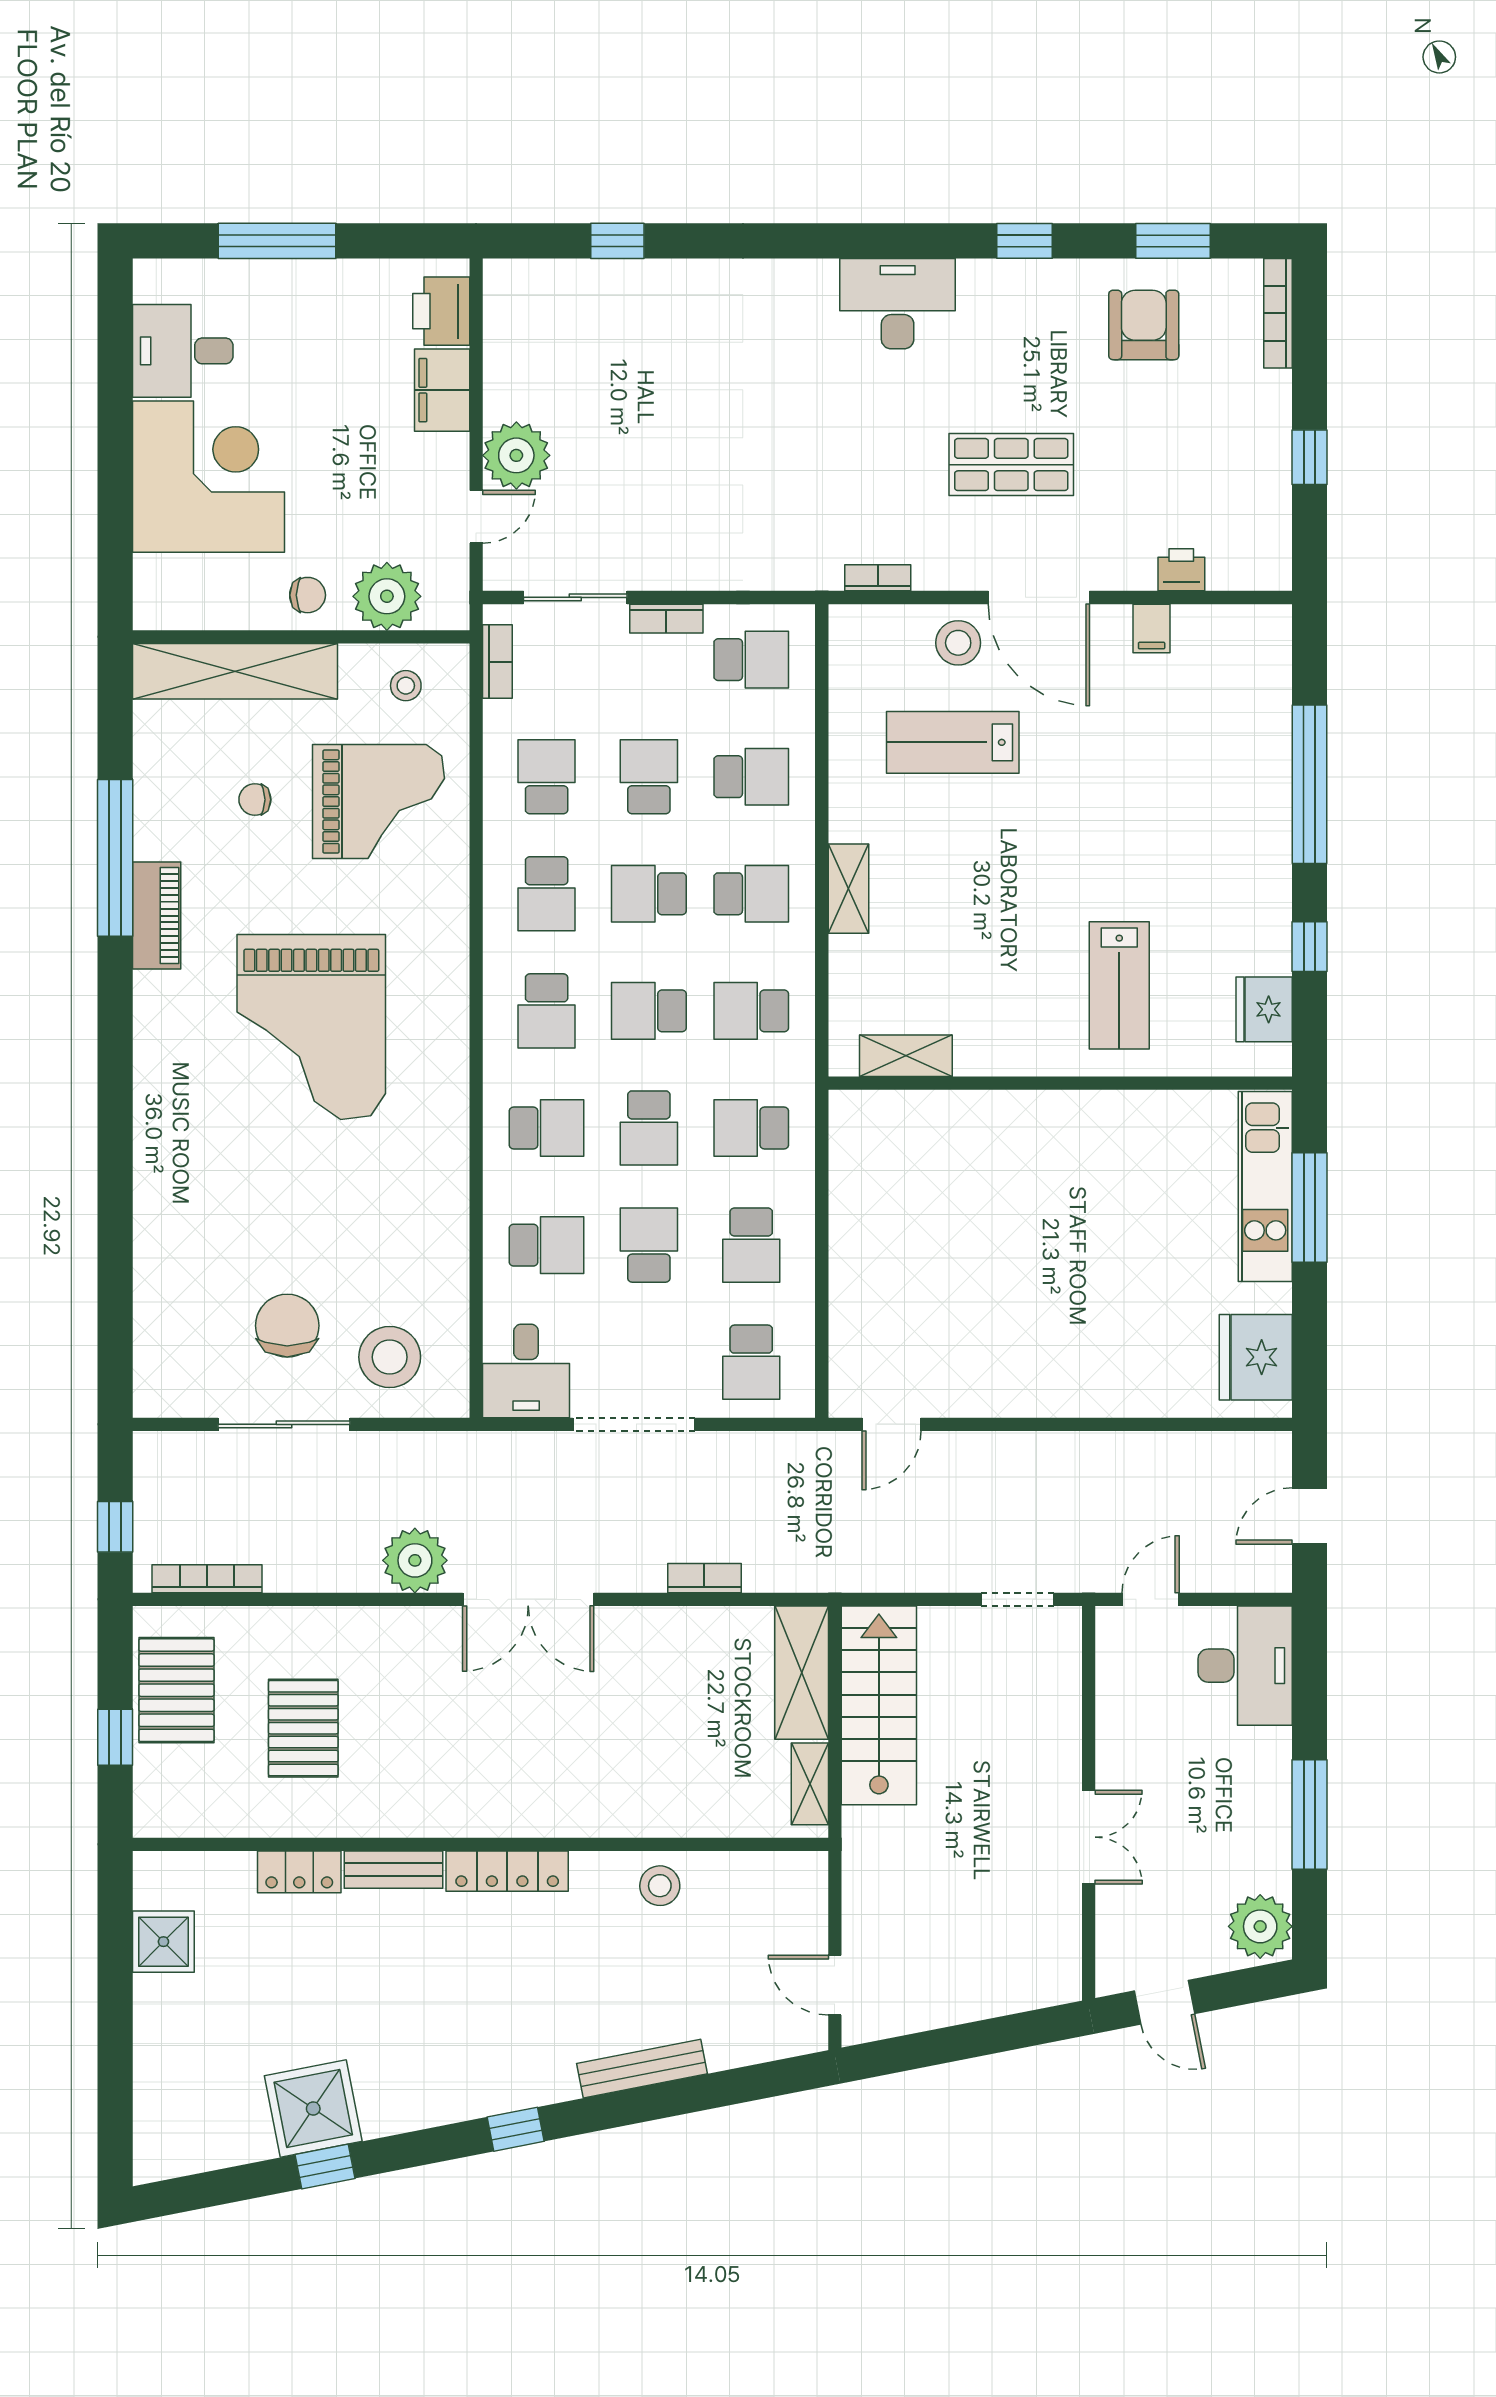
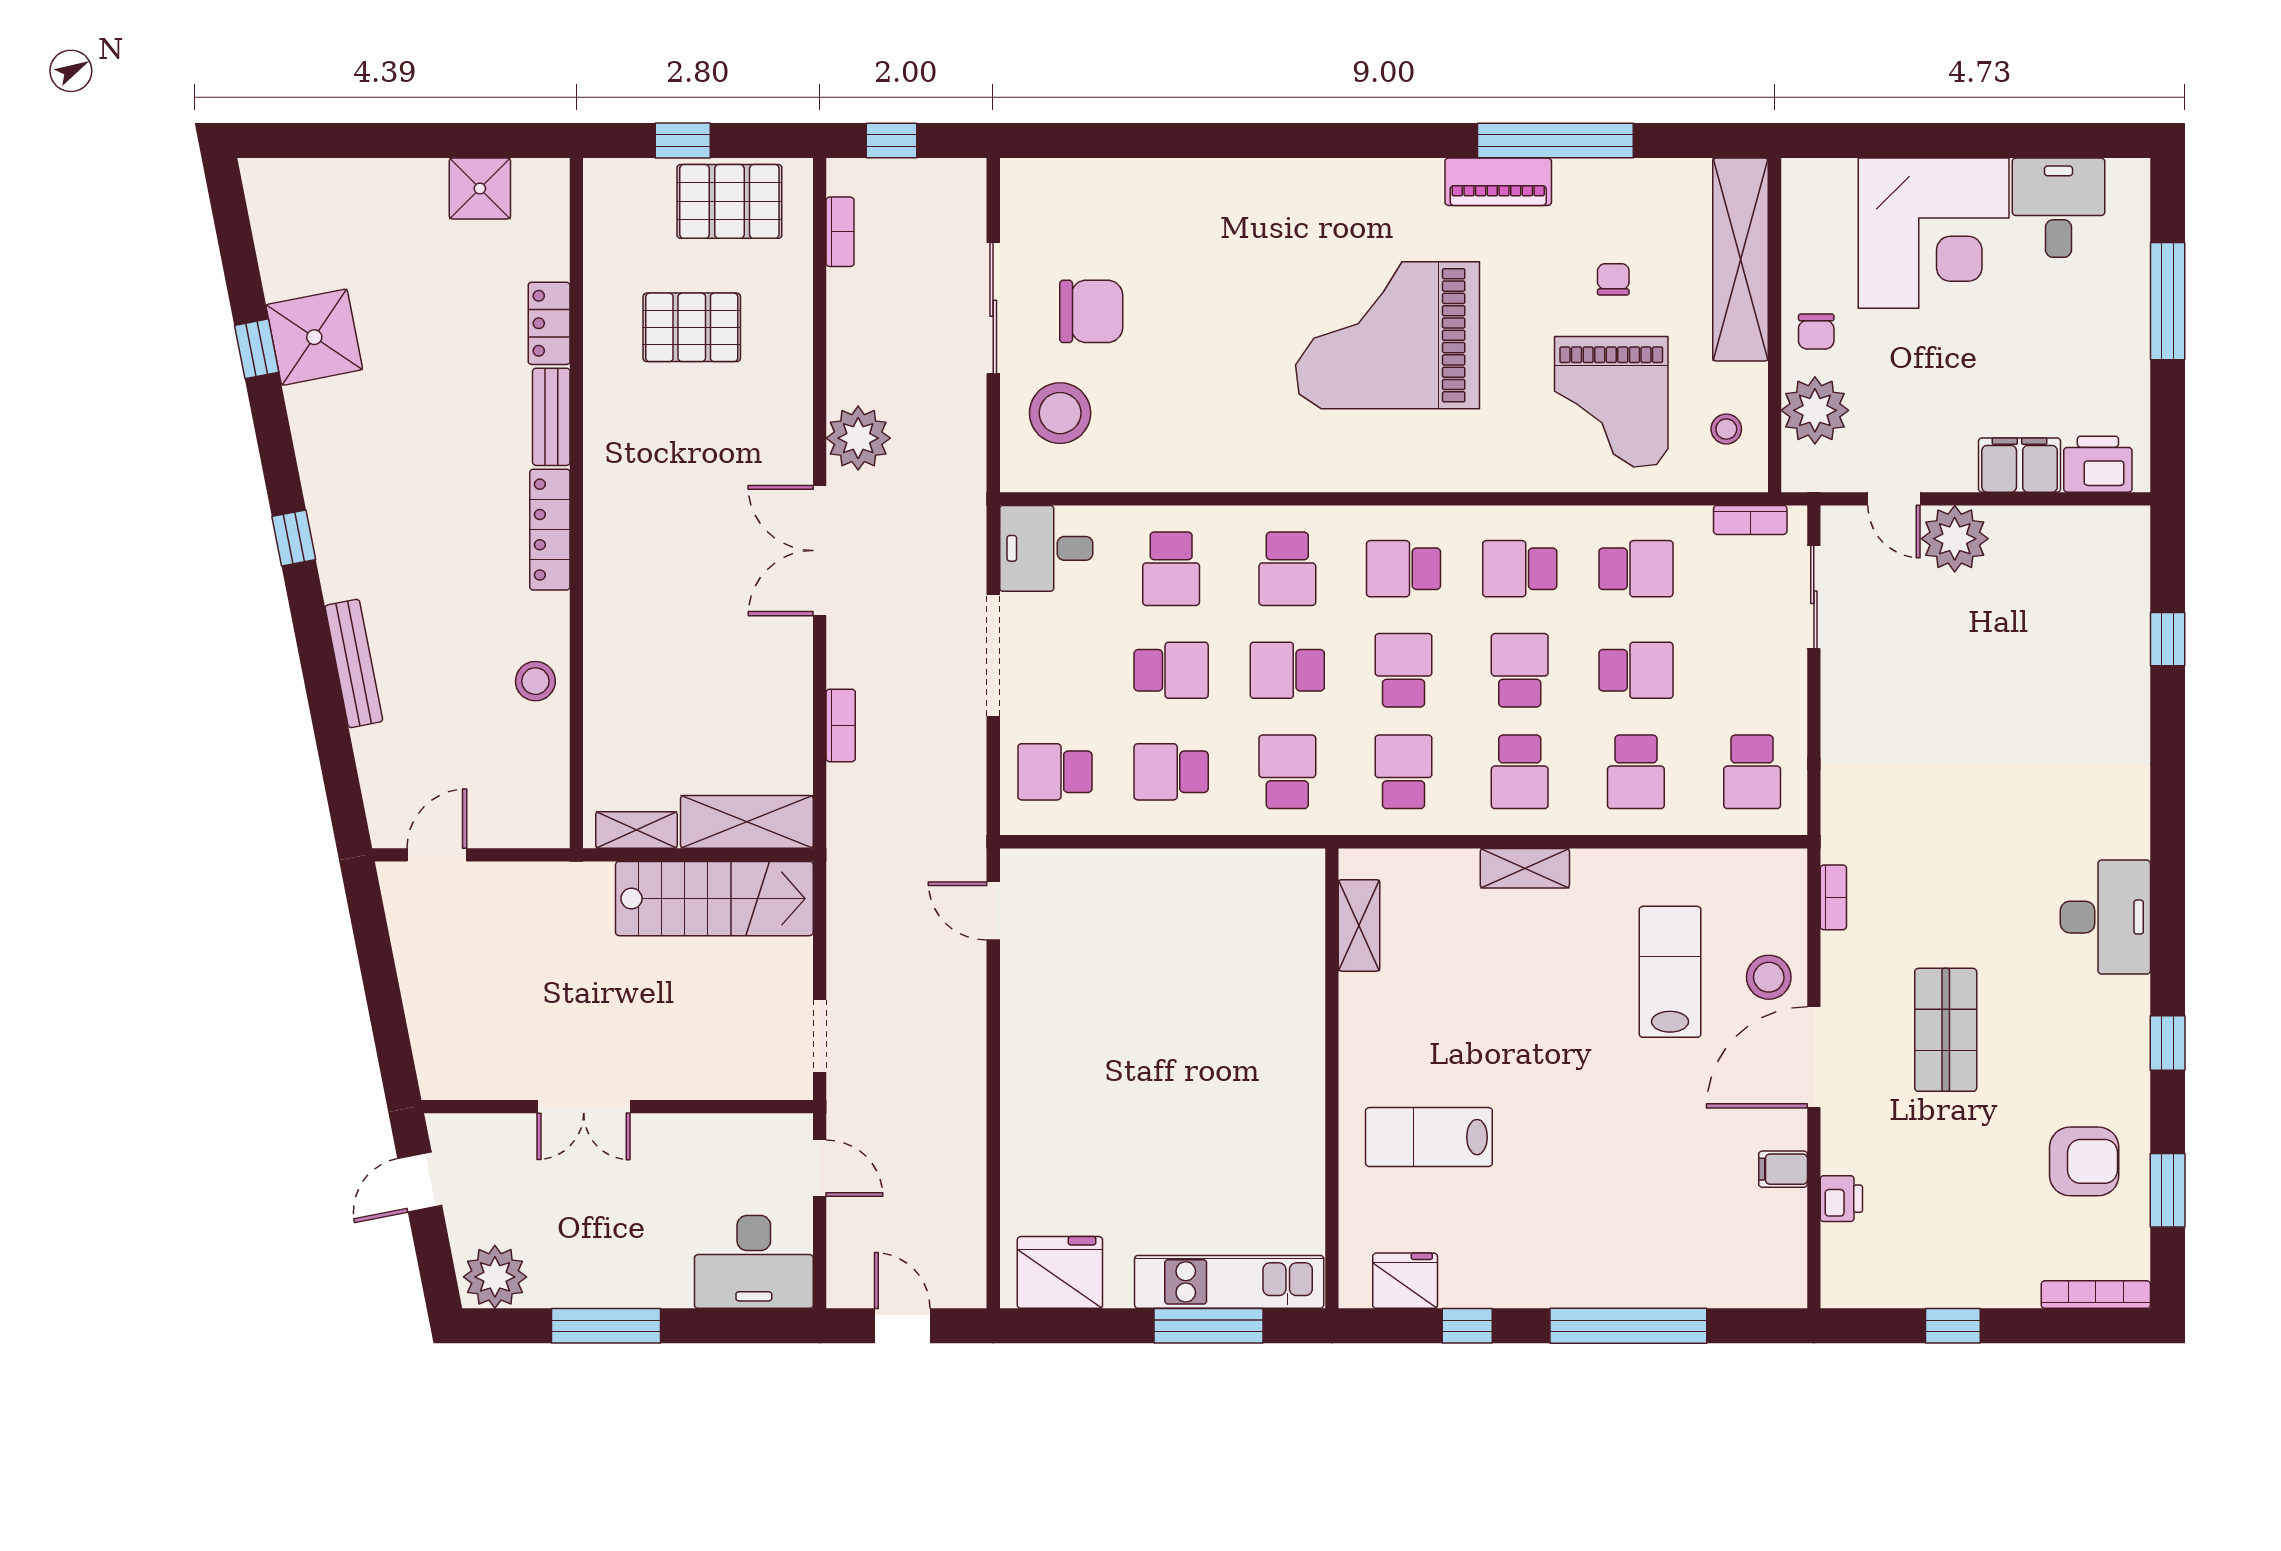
bookcase: (666, 619) -> (1793, 688), removed
bookcase: (207, 1579) -> (840, 232), width x0.64

